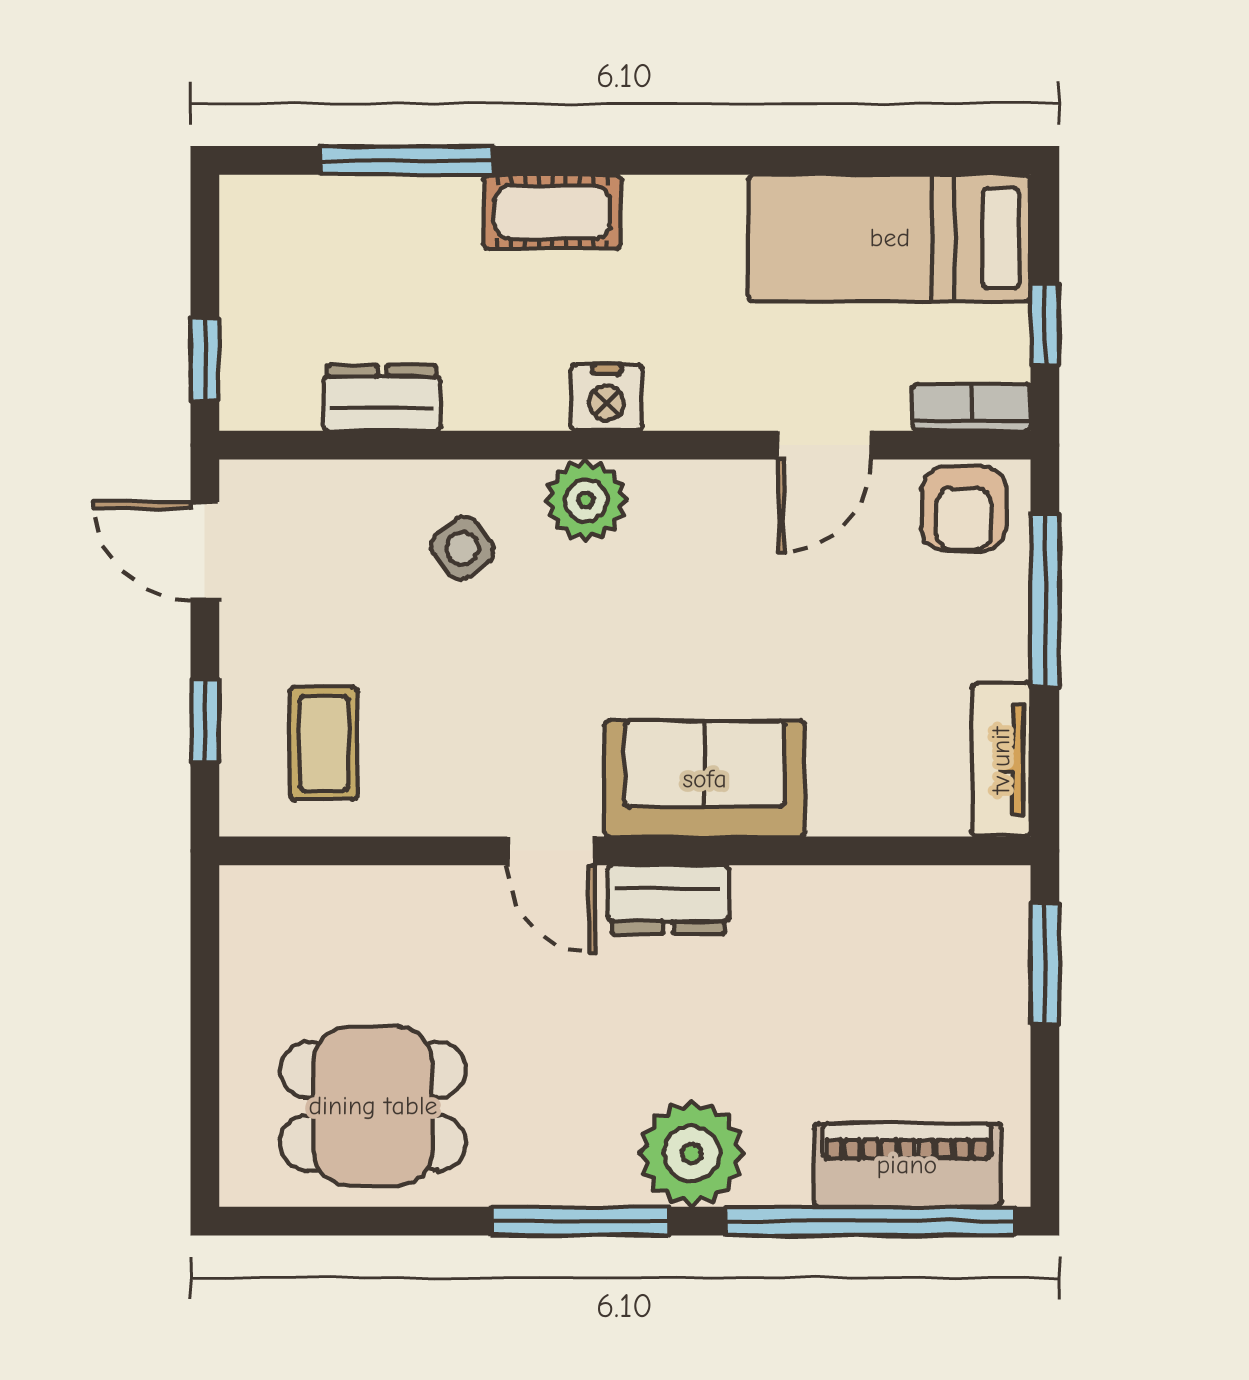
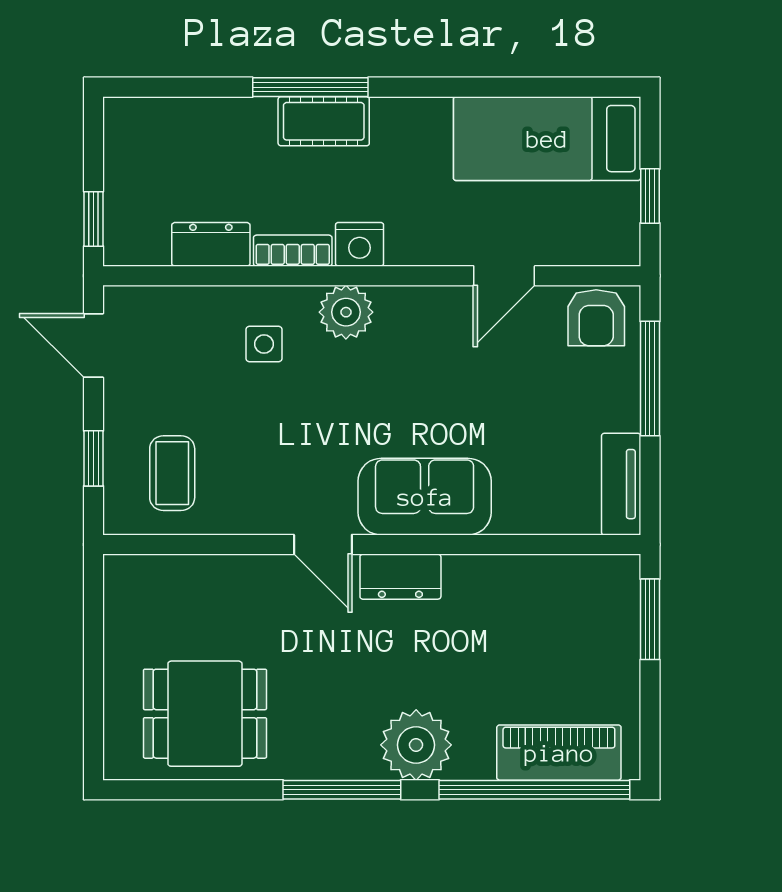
window: (407, 160) -> (310, 87), moved
bookcase: (972, 407) -> (293, 251), moved
side table: (462, 548) -> (264, 344), turned 38

